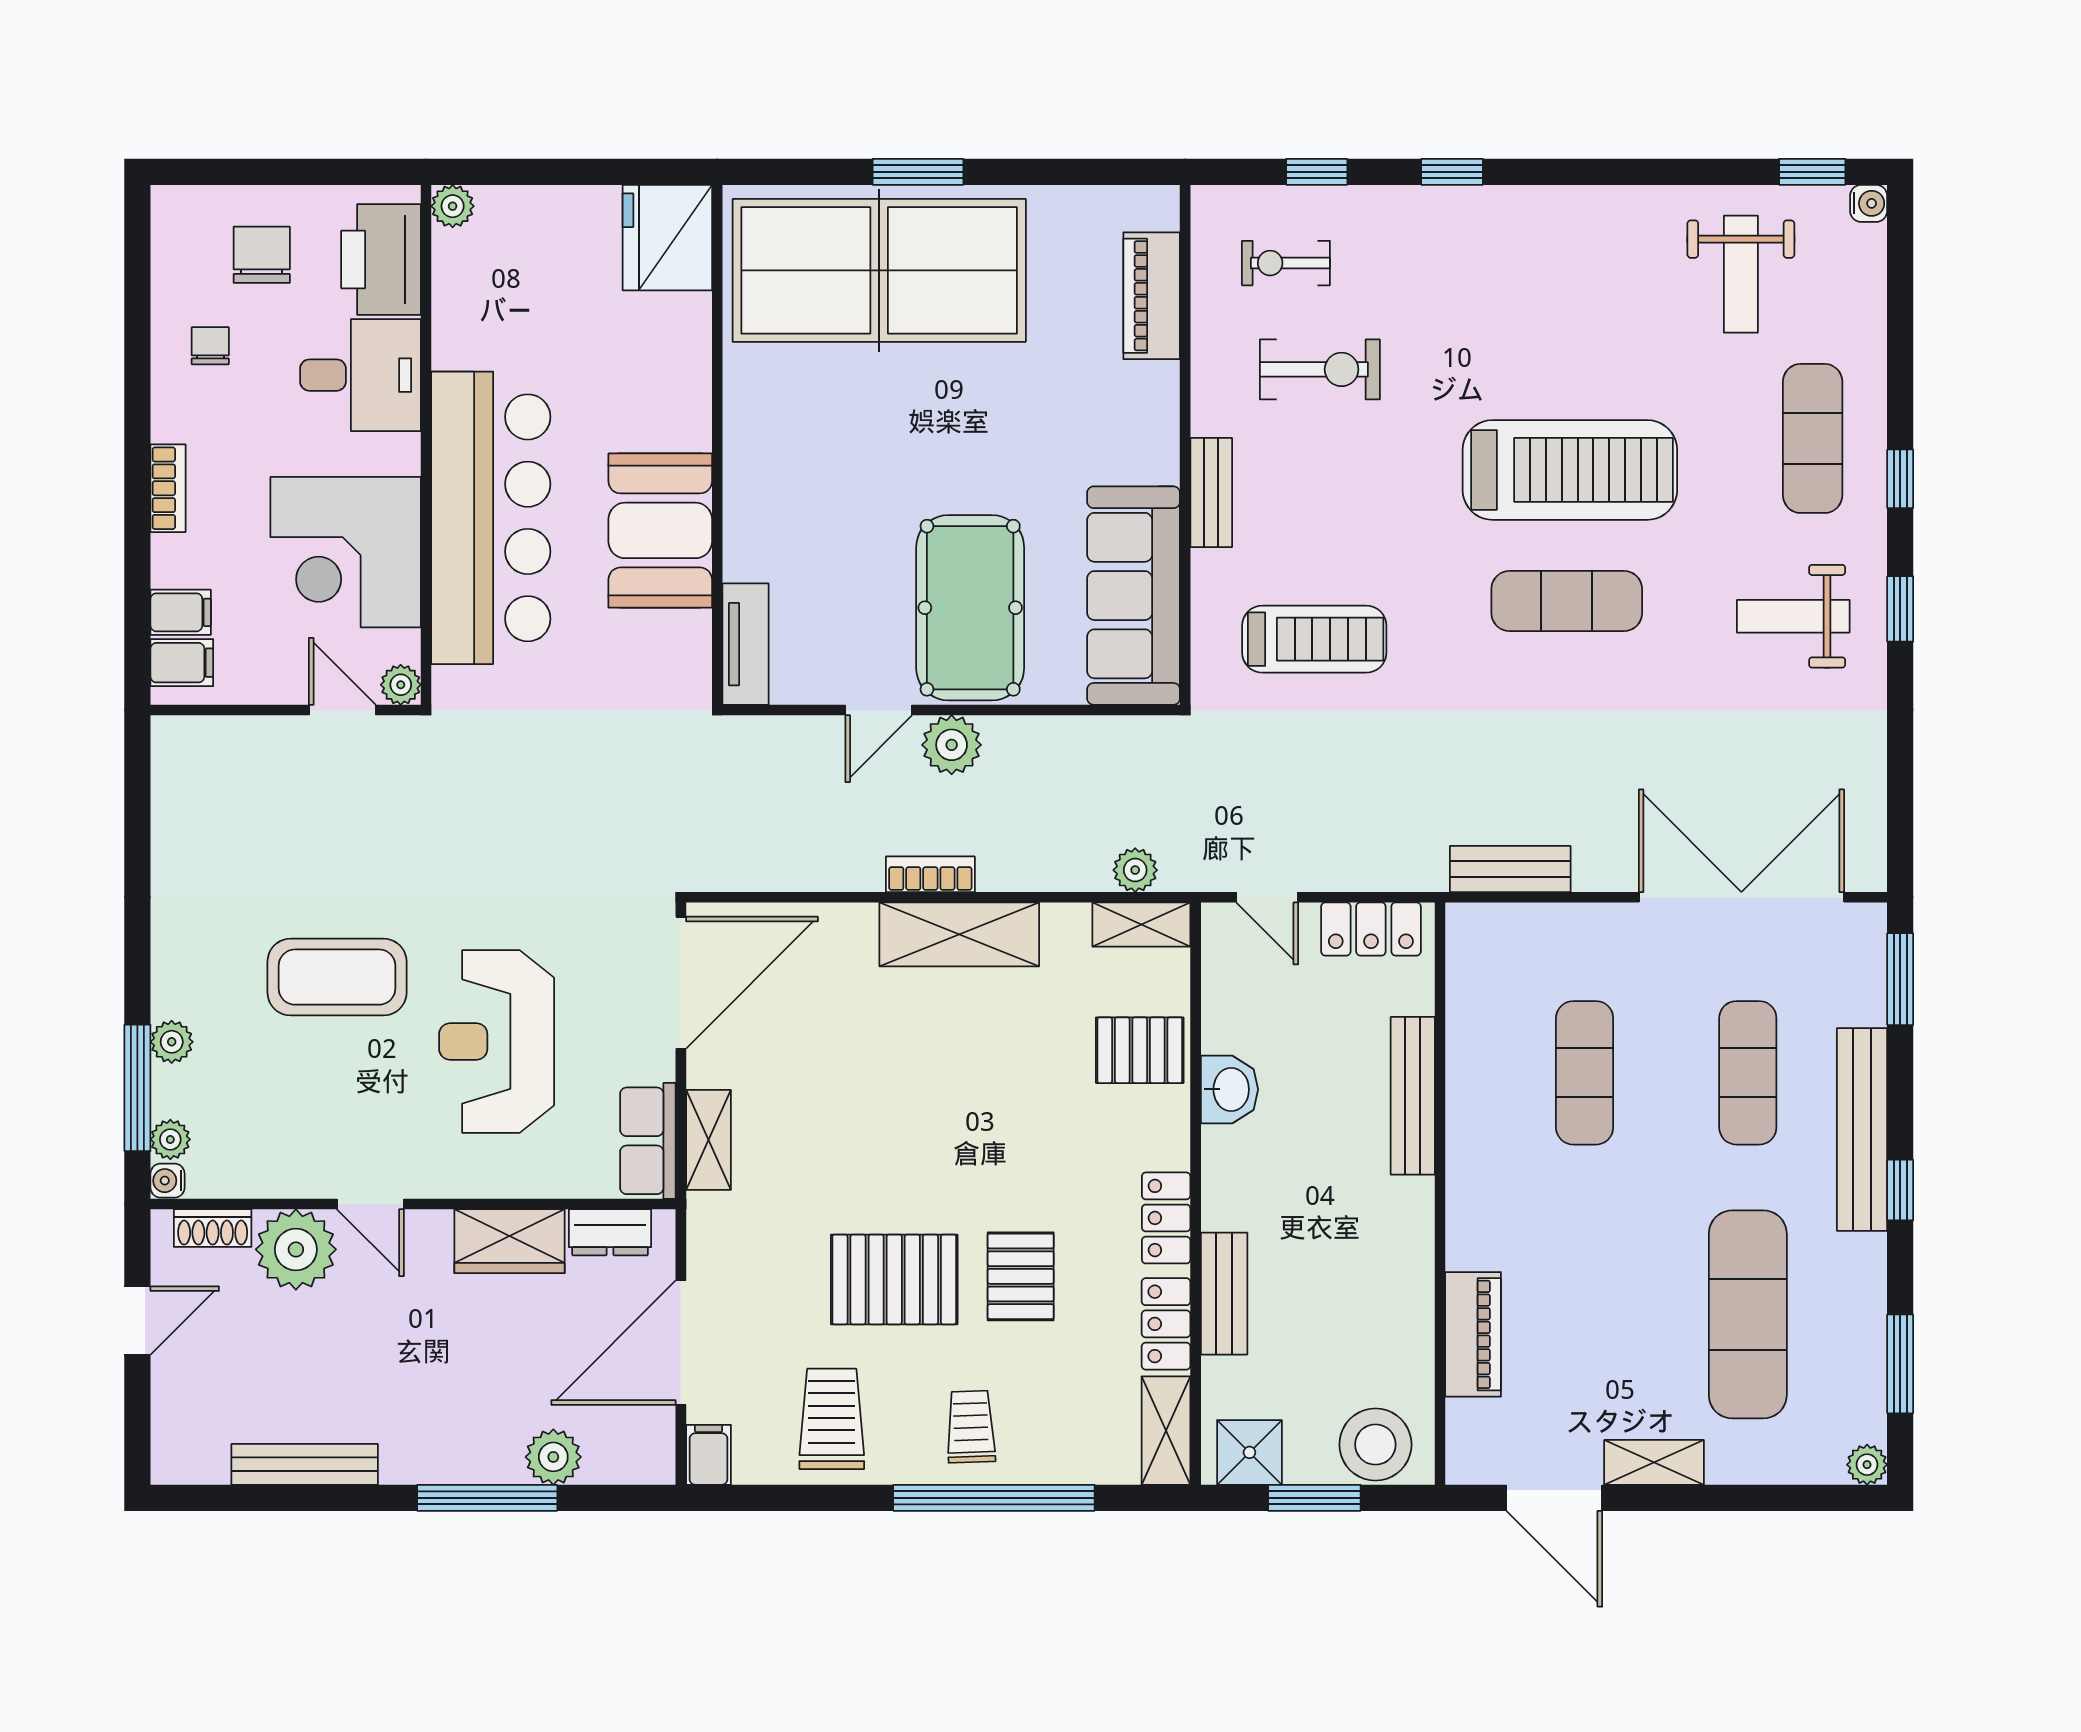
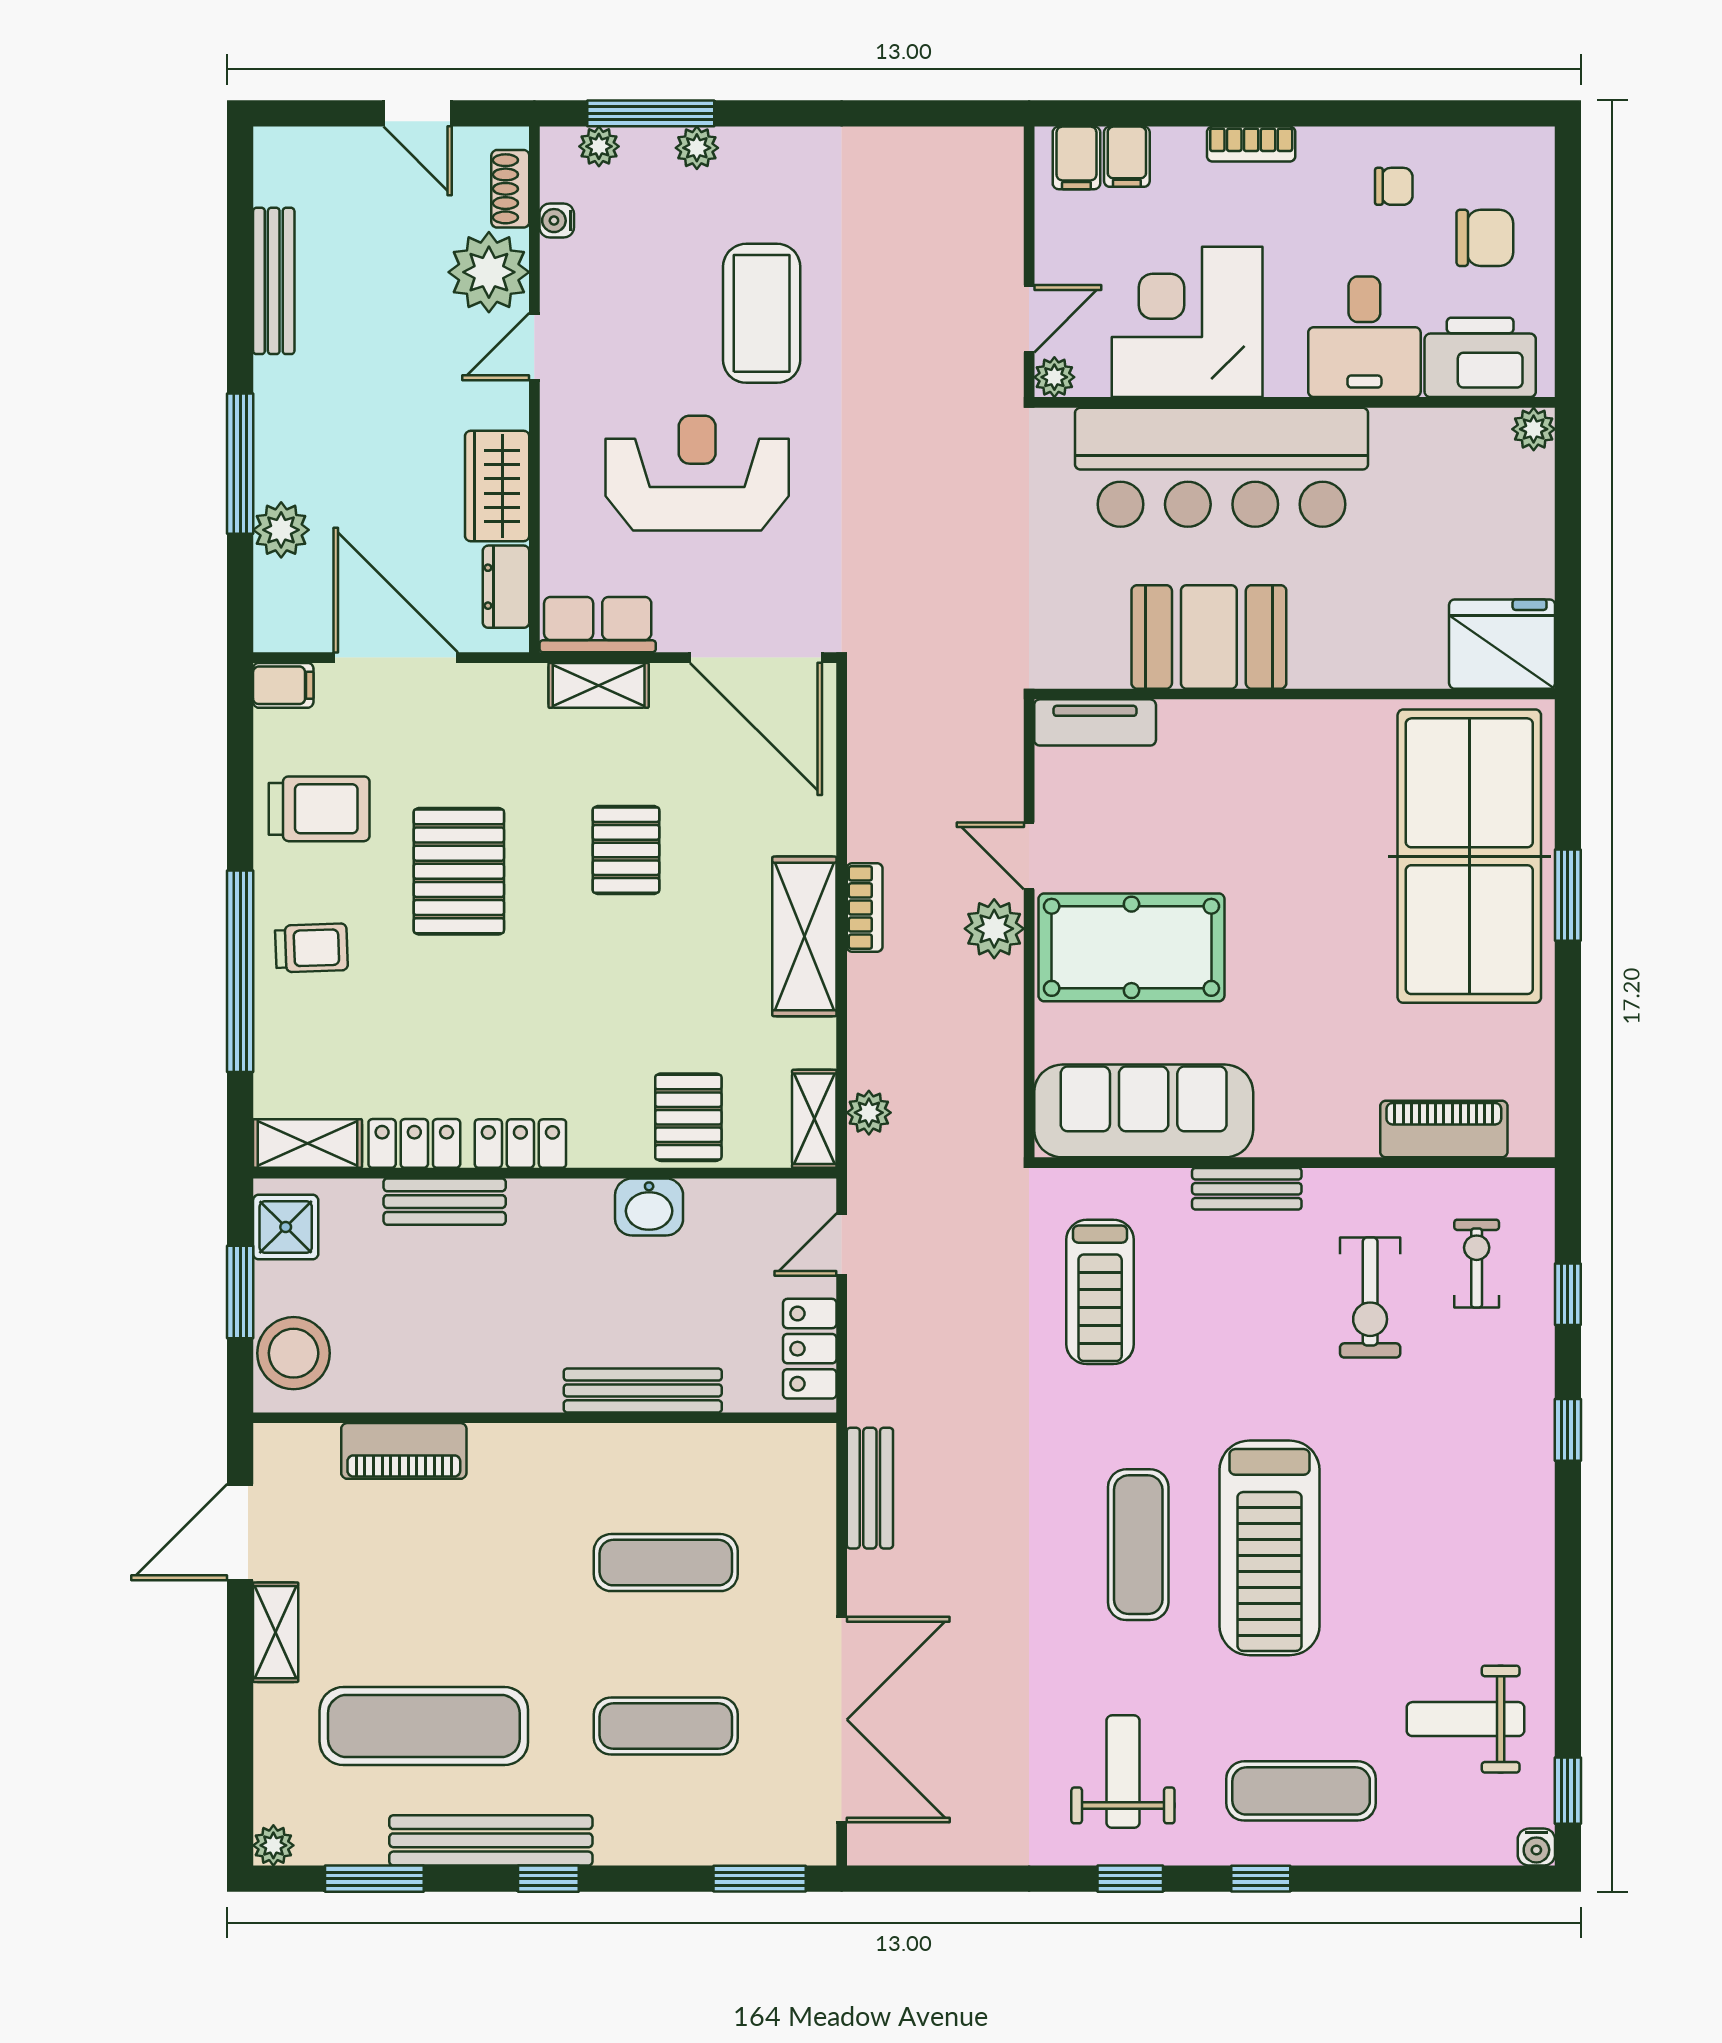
bench: (1862, 1129) -> (491, 1840), moved
water cooler: (167, 1181) -> (557, 221), moved, turned -90
pallet: (1021, 1276) -> (626, 850), moved, turned 90

